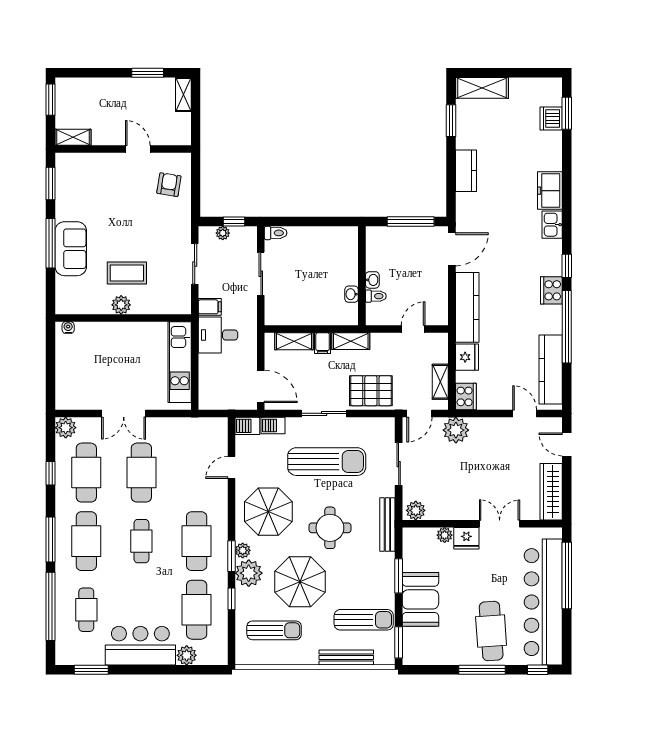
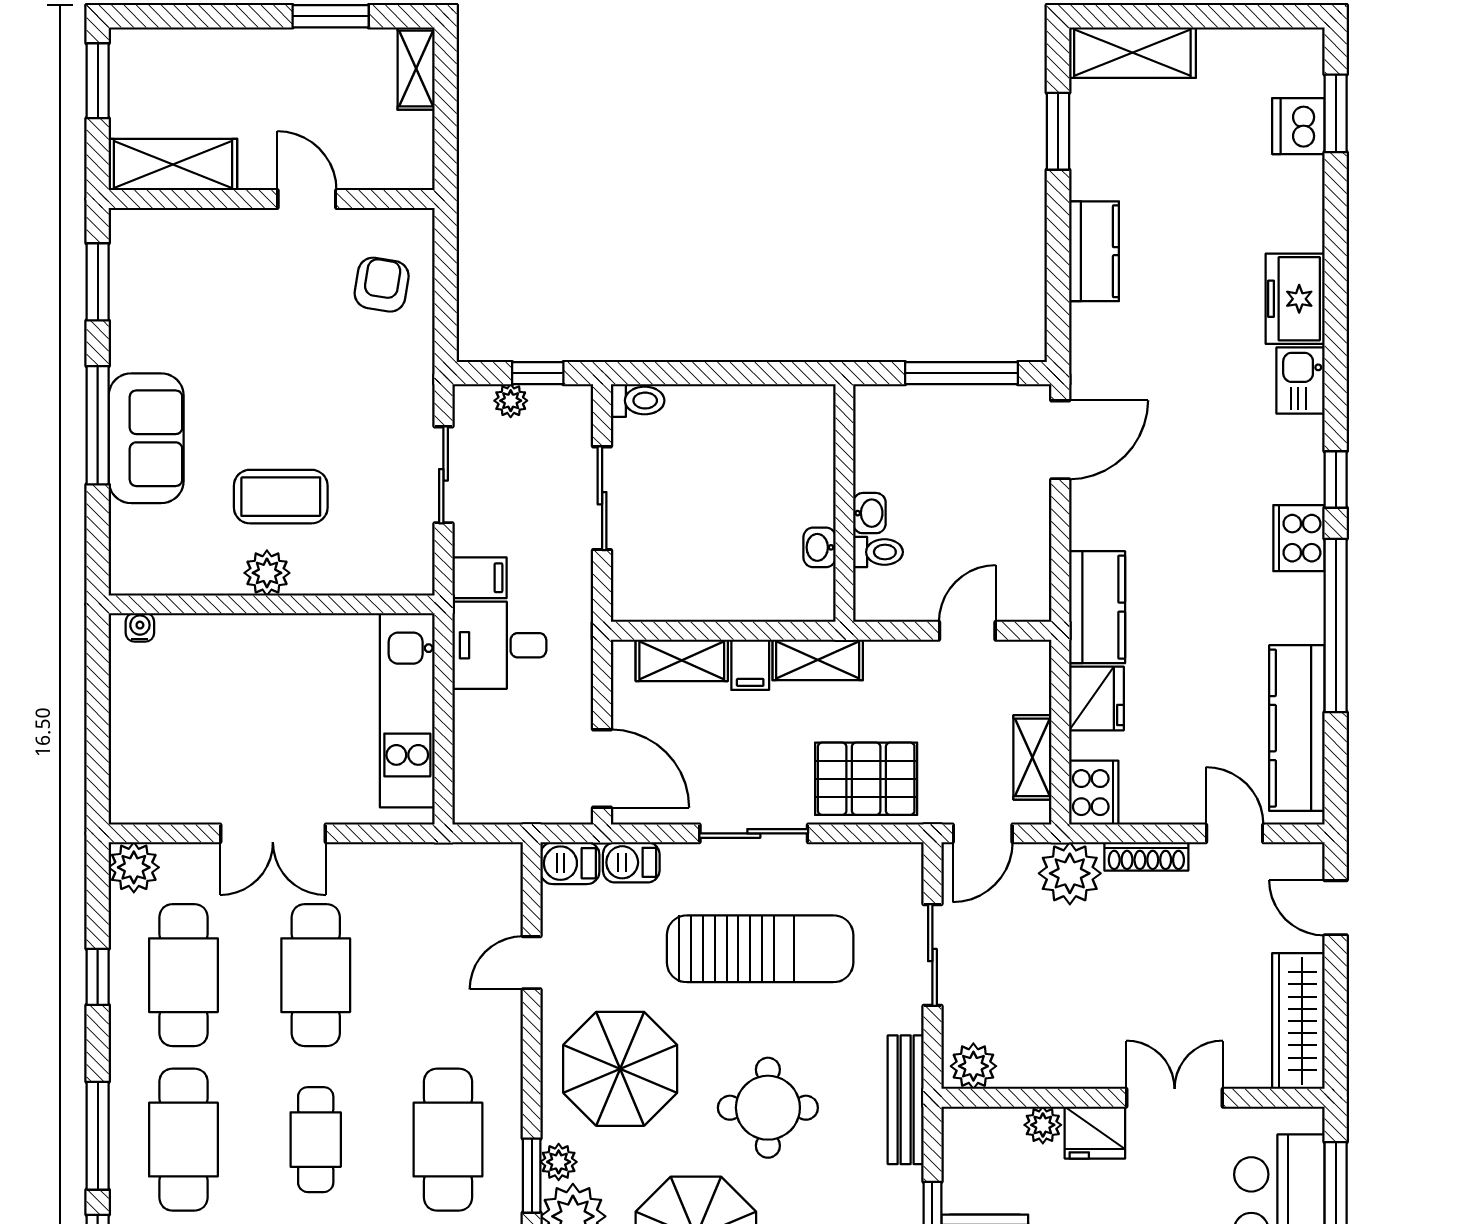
shelving: (73, 137) -> (173, 165), width x1.50, depth x1.33
kitchen counter: (467, 307) -> (1097, 607), width x0.67
shoe rack: (488, 423) -> (1146, 856), added

